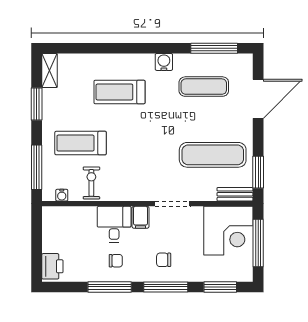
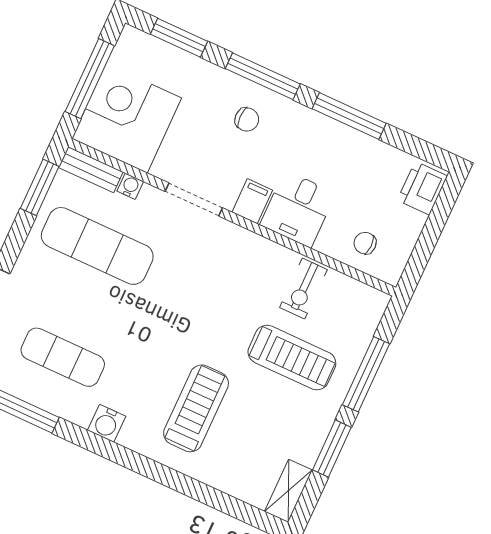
treadmill: (120, 92) -> (196, 408), turned -90
window: (37, 167) -> (366, 374), moved
water cooler: (62, 195) -> (130, 186), moved
chair: (116, 261) -> (365, 243), moved

